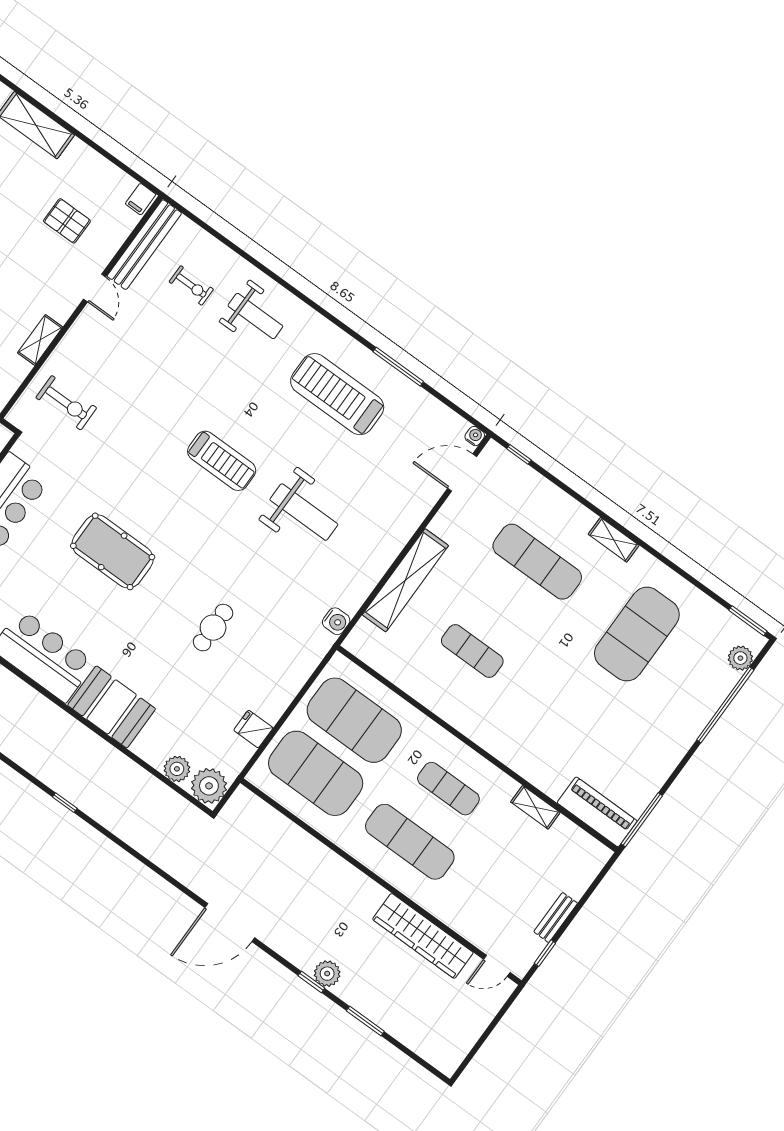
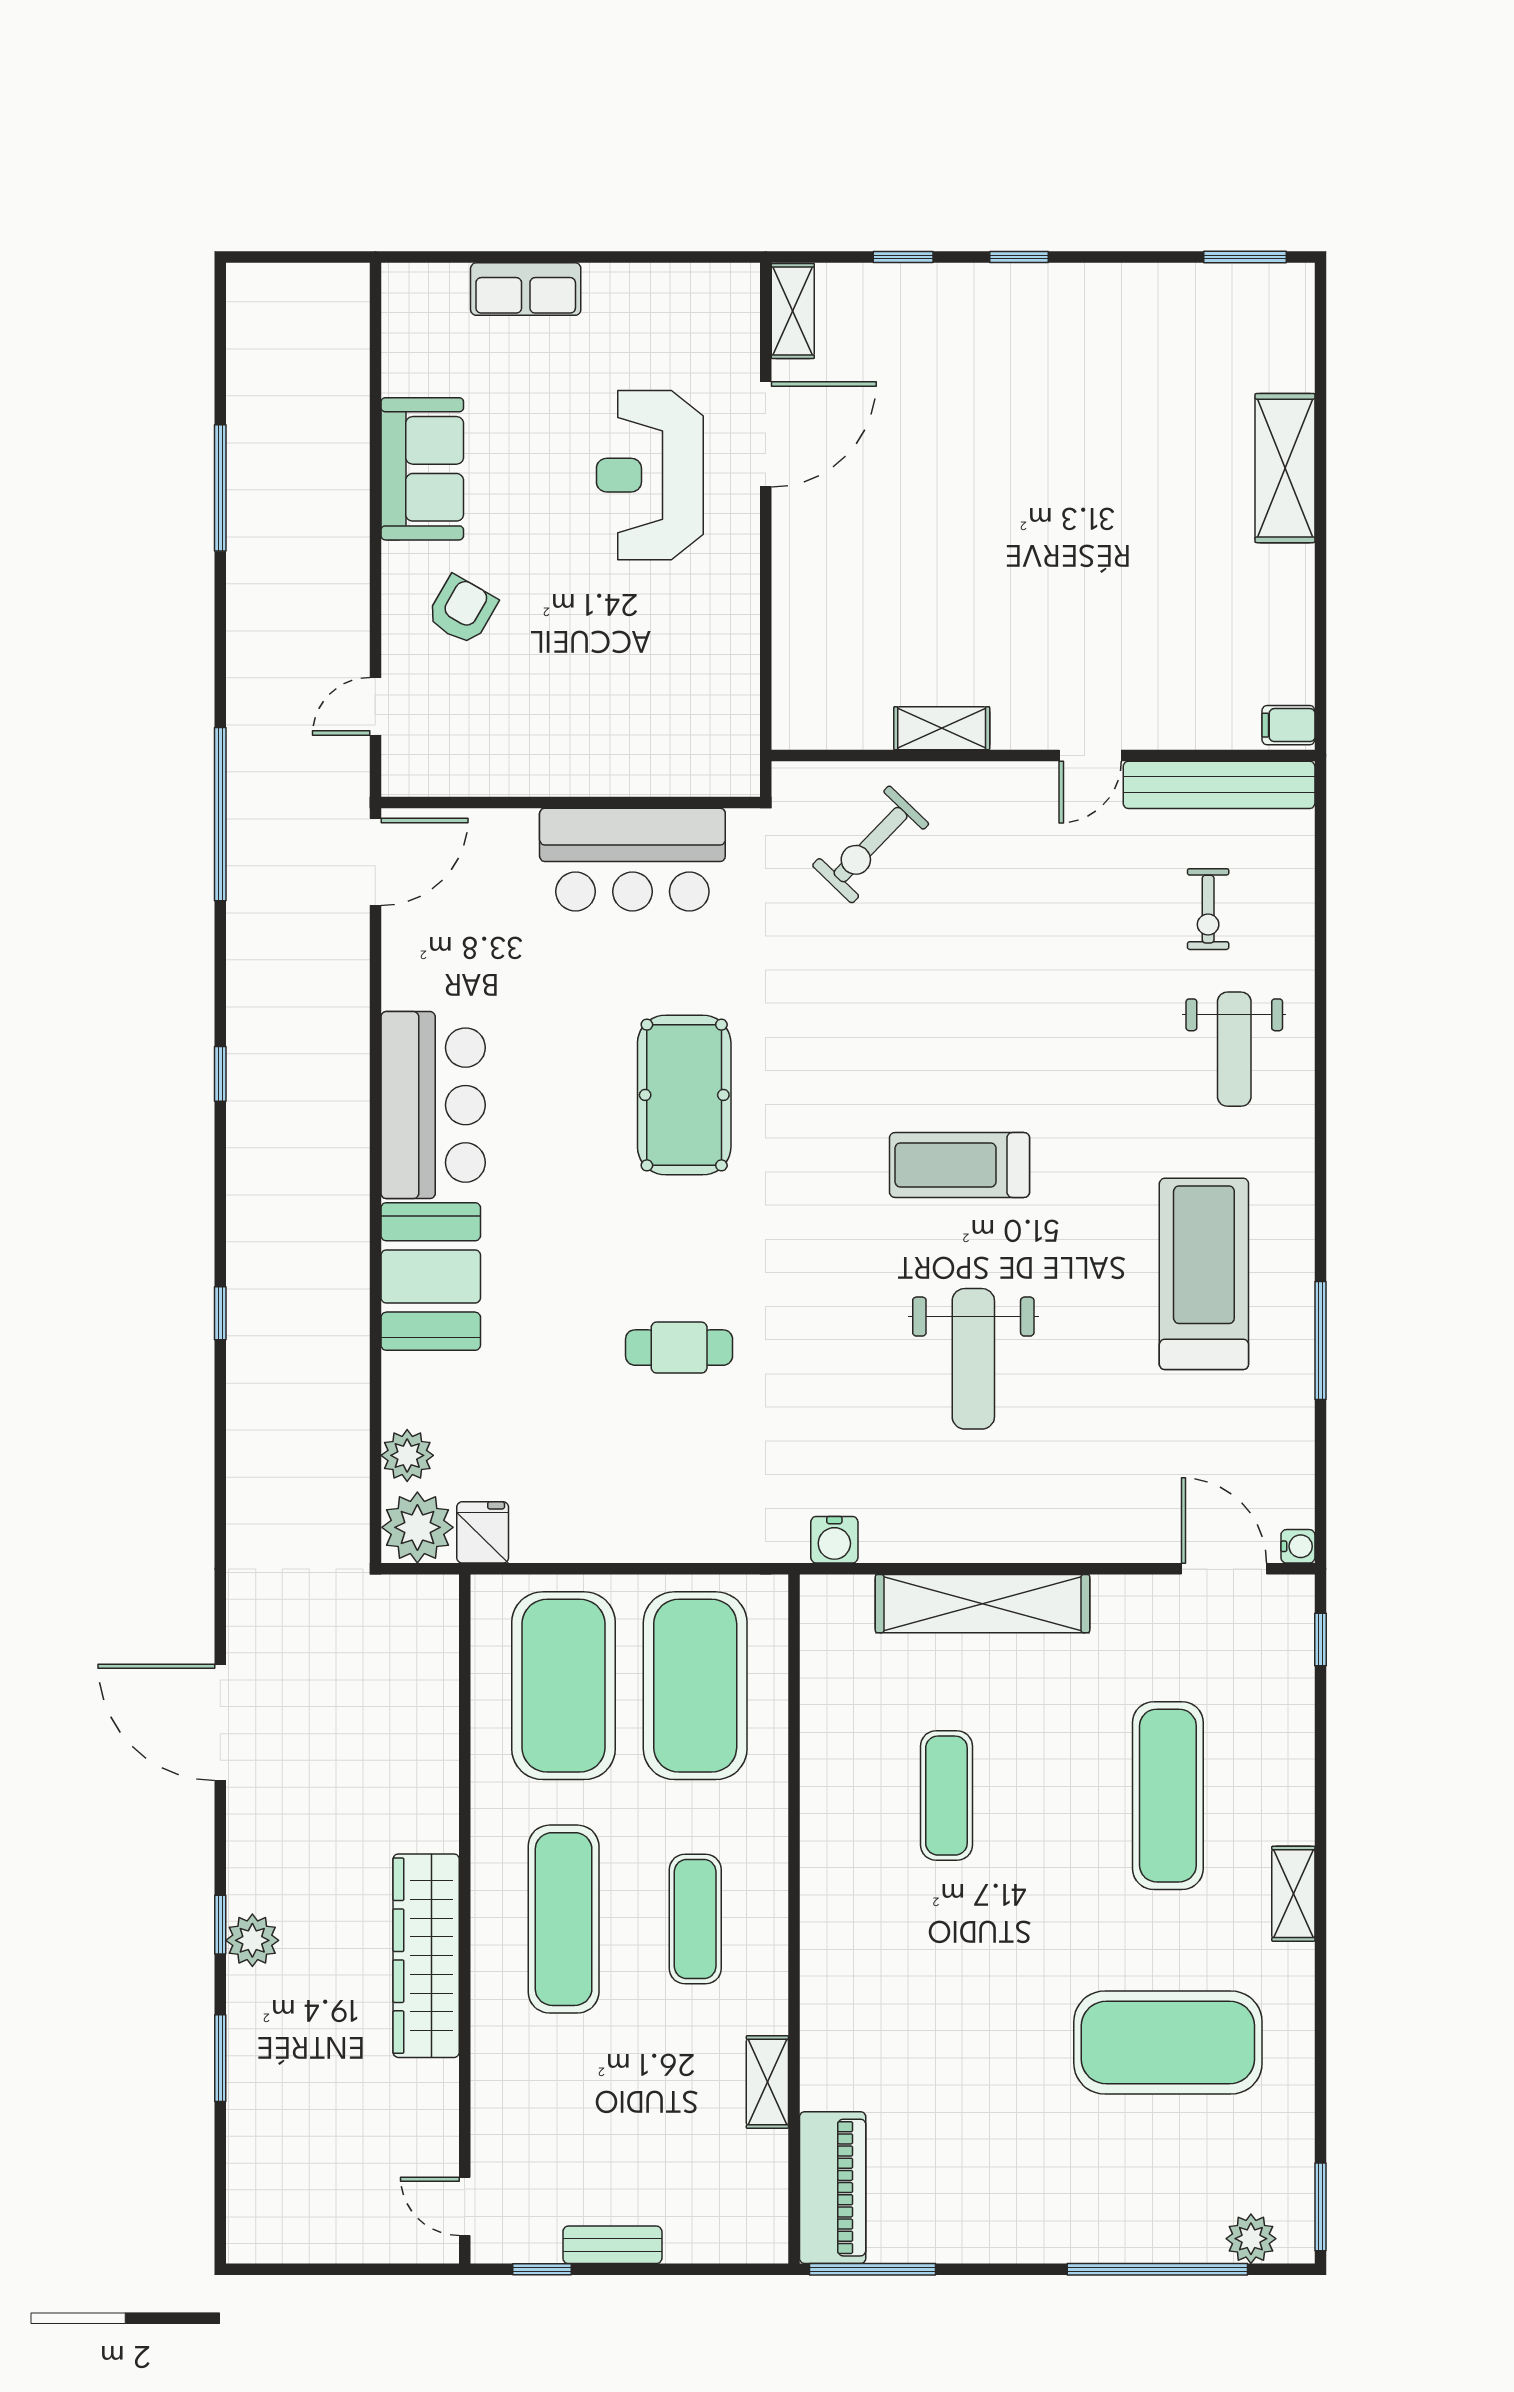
pallet: (67, 221) -> (1166, 631), removed
exercise bike: (66, 403) -> (871, 845), turned 44
treadmill: (222, 461) -> (960, 1165), turned 90
fridge: (253, 729) -> (483, 1532), moved
wardrobe: (423, 936) -> (426, 1956), moved

